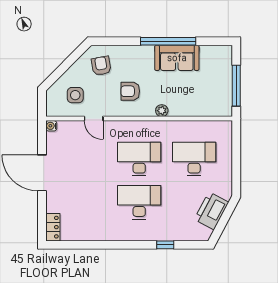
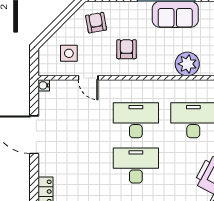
armchair: (130, 91) -> (127, 49), turned 90
plant: (162, 111) -> (187, 64), moved, width x1.87, depth x1.87

